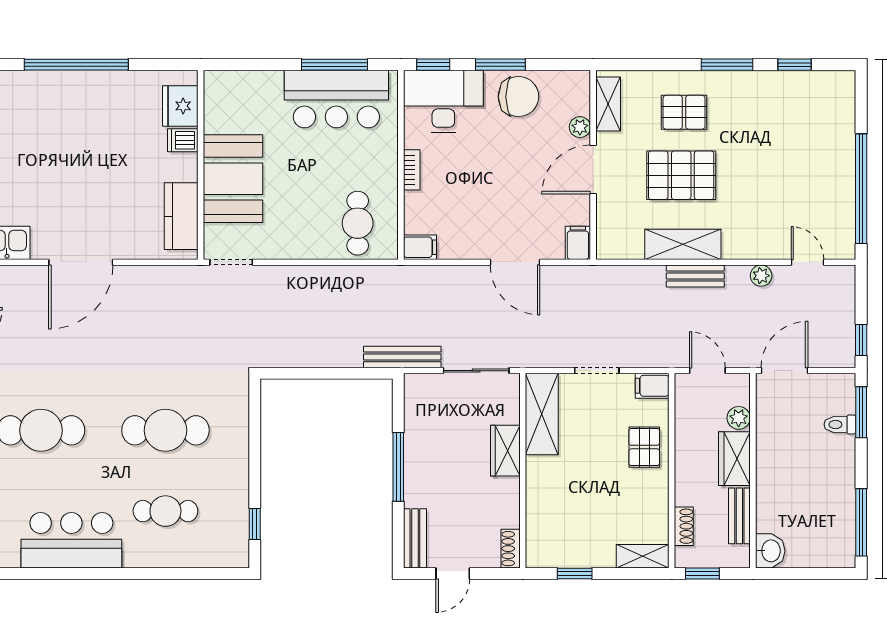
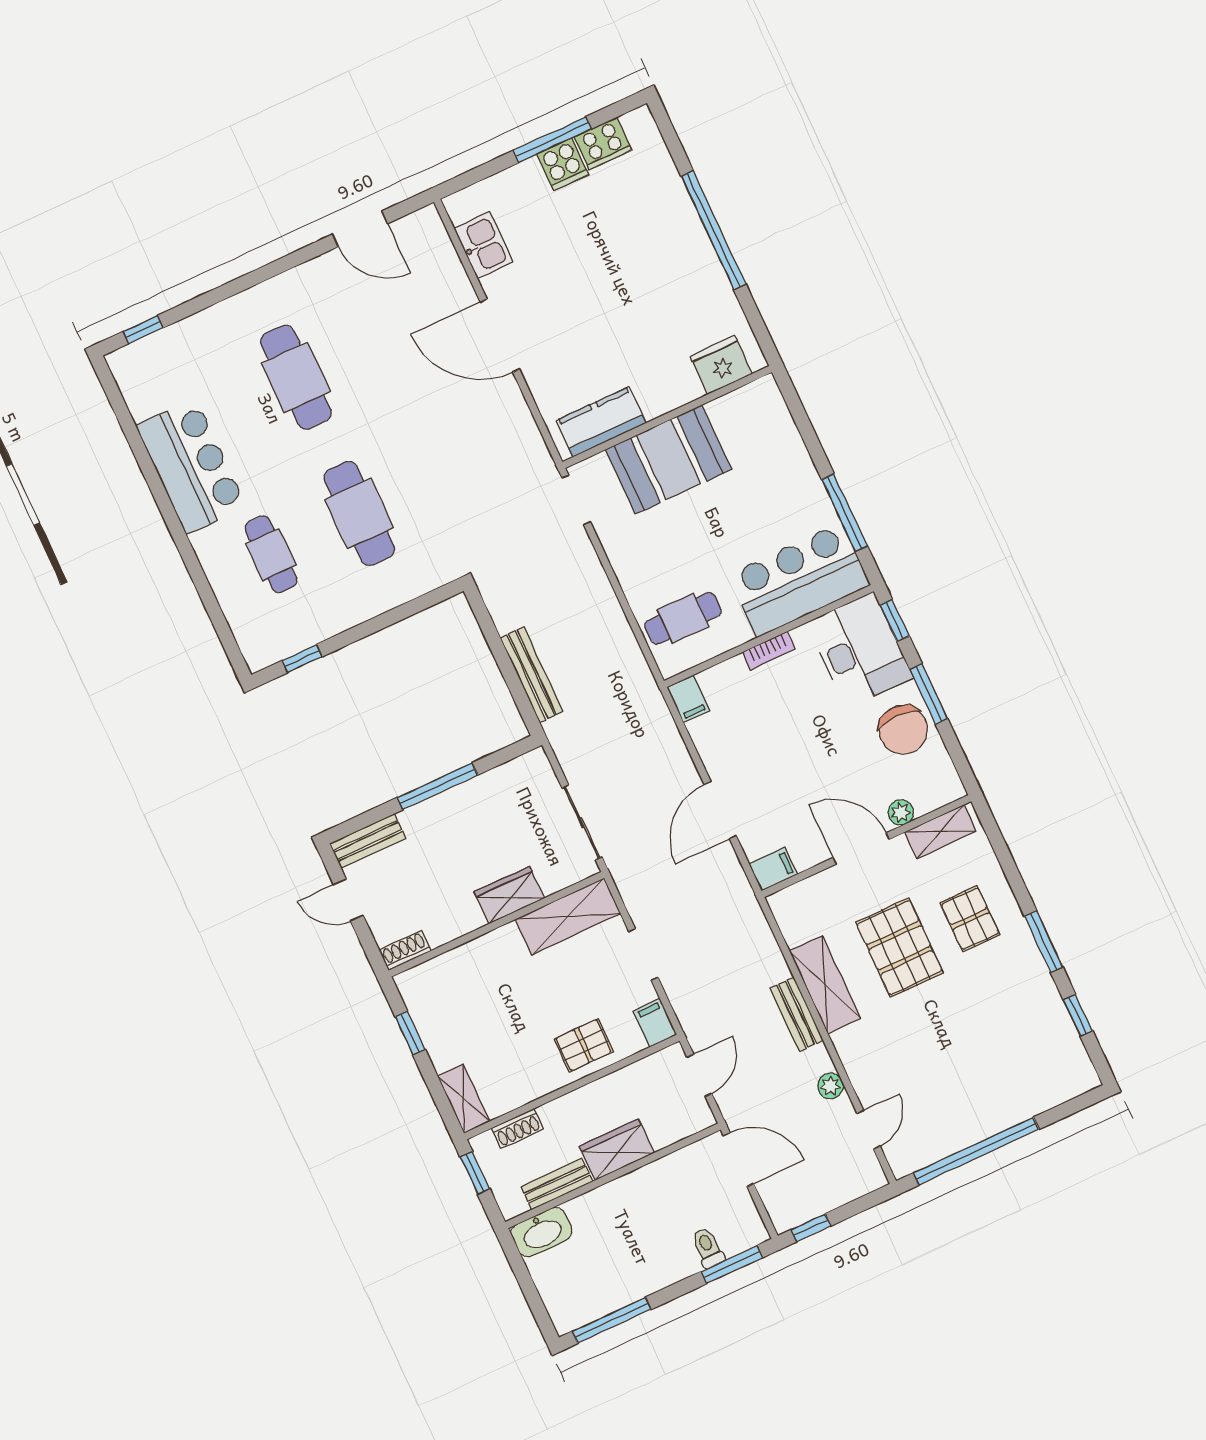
bar counter: (336, 99) -> (799, 580), moved, turned 90
dishwasher: (183, 140) -> (685, 385), removed
bench: (402, 357) -> (532, 675), moved
plant: (739, 418) -> (664, 1134), removed
washbasin: (770, 551) -> (542, 1232), width x1.38

